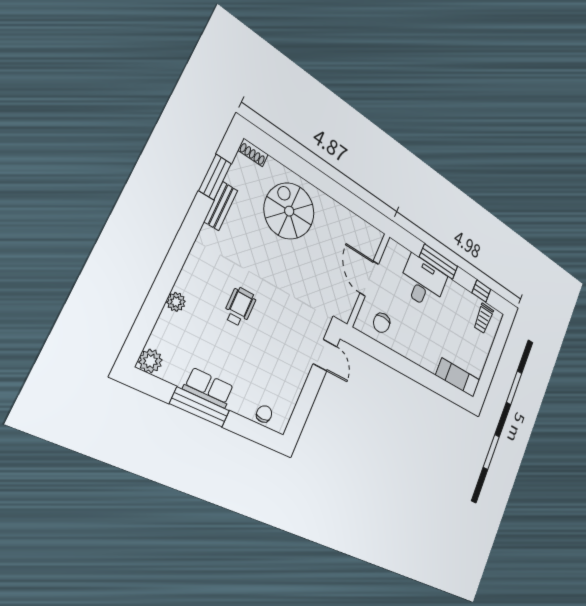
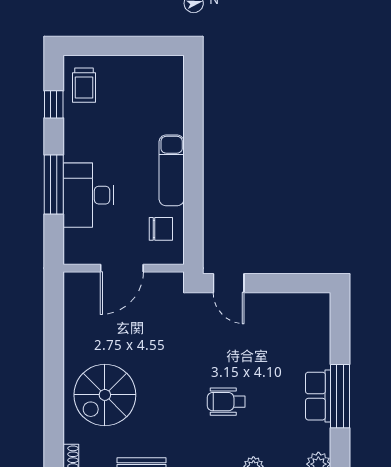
trolley: (484, 318) -> (84, 85), turned 90
door: (325, 355) -> (229, 283), swing flipped
exam couch: (458, 378) -> (172, 170), moved
chair: (264, 414) -> (318, 325), removed

